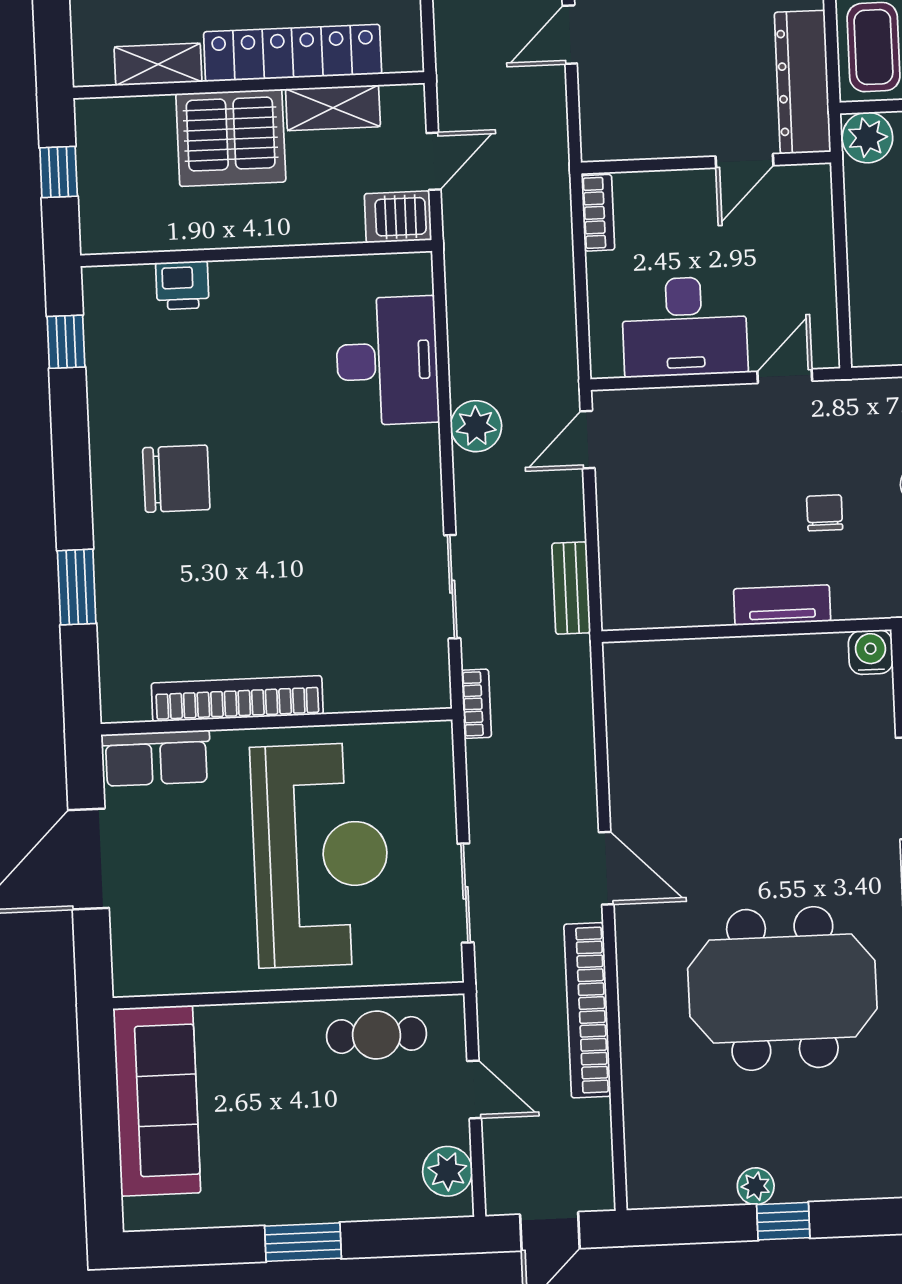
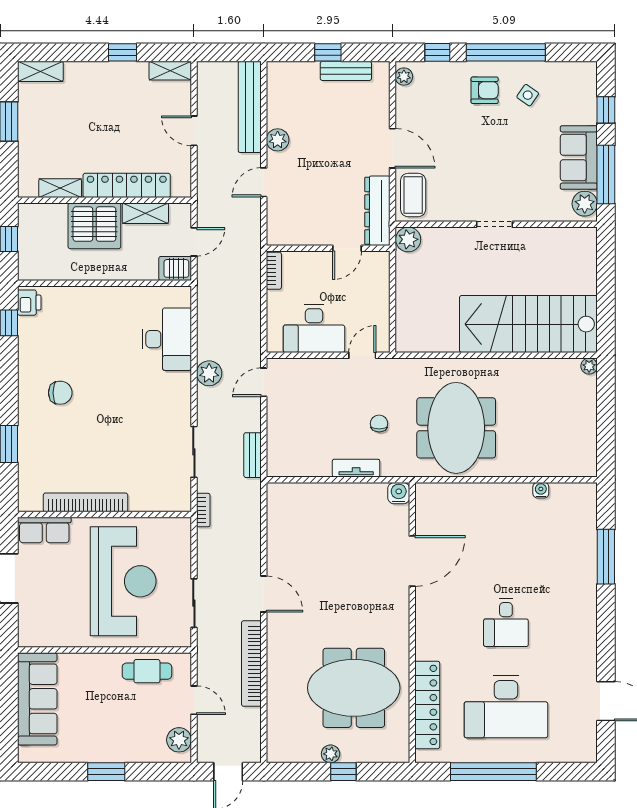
printer: (182, 285) -> (29, 303), moved, turned -90
chair: (176, 479) -> (60, 393), width x0.73, depth x0.73
meeting table: (782, 988) -> (354, 688), moved

